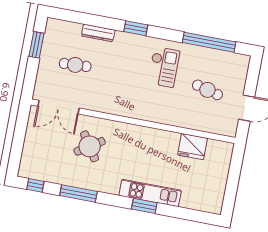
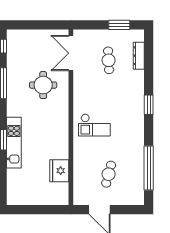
dresser: (98, 33) -> (139, 56), moved
checkout: (164, 67) -> (94, 125), moved
round table: (90, 146) -> (43, 85), turned 33

